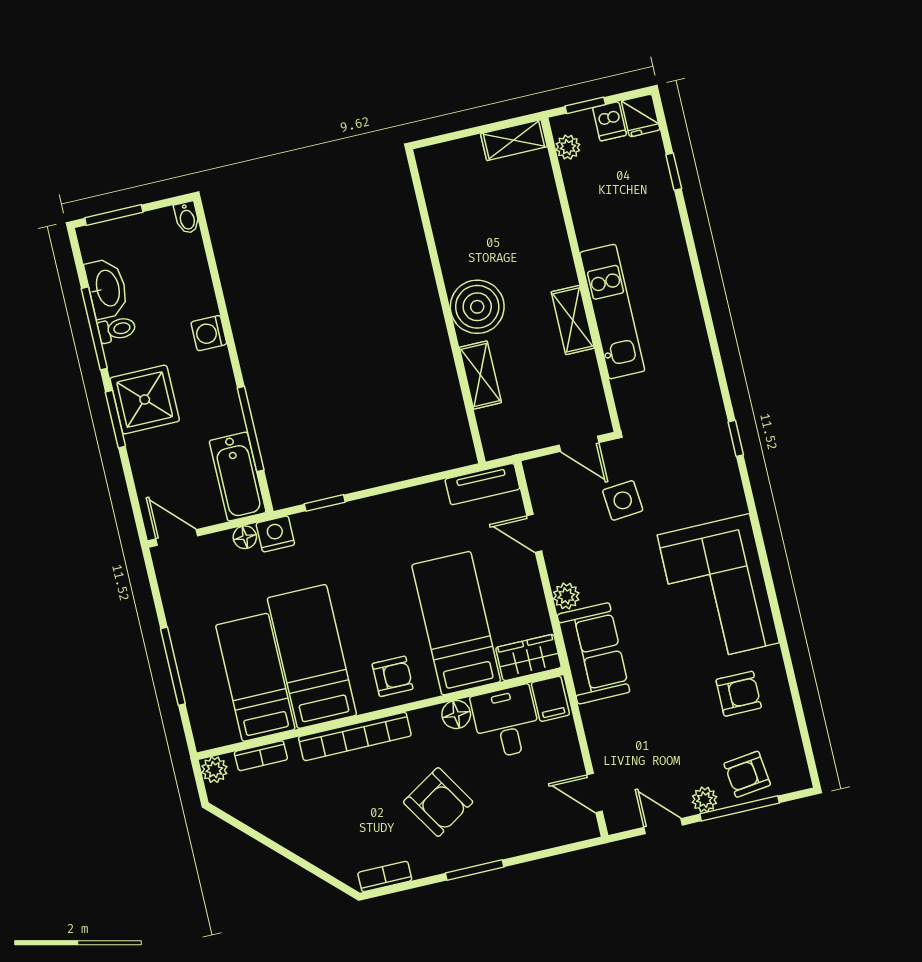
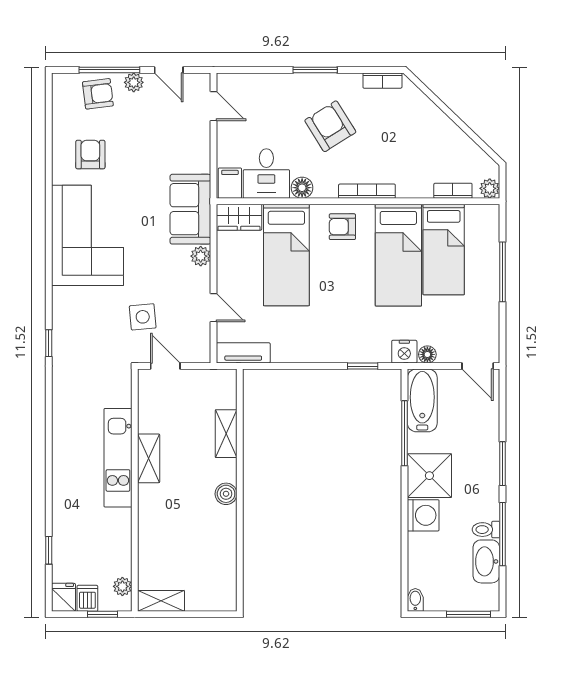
boiler: (477, 307) -> (226, 494), width x0.54, depth x0.54
washing machine: (209, 333) -> (423, 515), width x1.38, depth x1.38
shower: (145, 400) -> (429, 476), moved
armchair: (739, 694) -> (90, 155), turned 90
bookcase: (355, 736) -> (367, 191), width x0.68, depth x0.76

